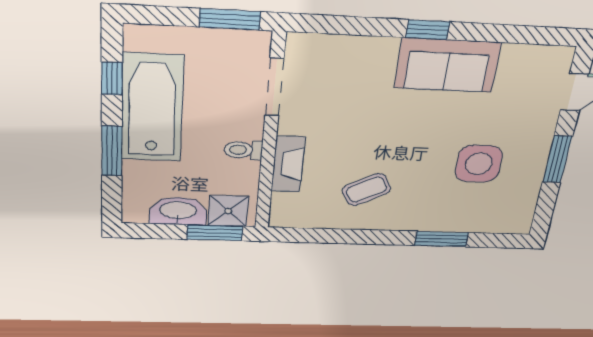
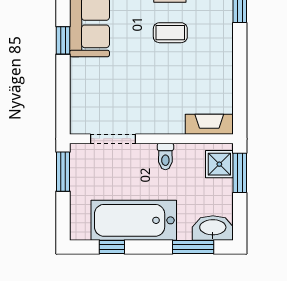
window: (112, 151) -> (193, 247), moved
fireplace: (288, 164) -> (209, 124), moved
coffee table: (366, 190) -> (170, 33), moved, turned -62
washbasin: (178, 211) -> (213, 228), moved, turned 90

